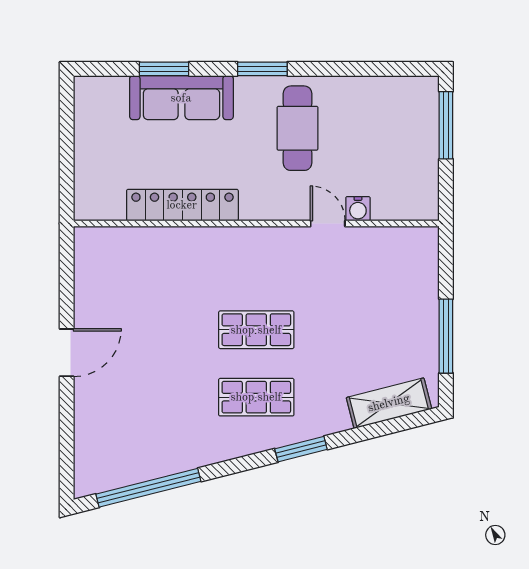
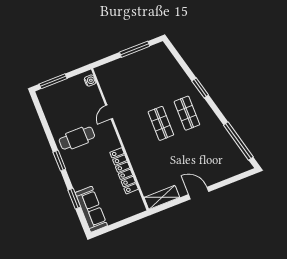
sofa: (181, 98) -> (91, 209), moved
water cooler: (358, 209) -> (90, 81), moved
shelving: (389, 403) -> (162, 197), moved, turned -76

